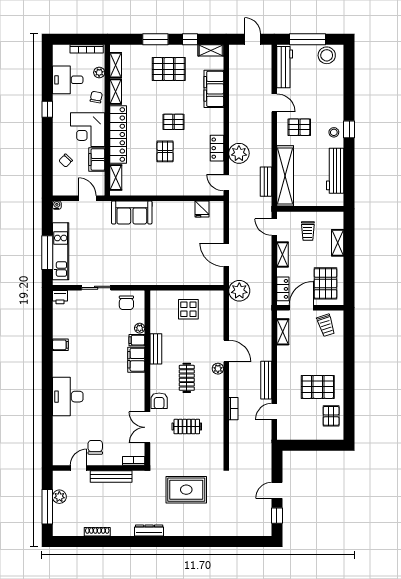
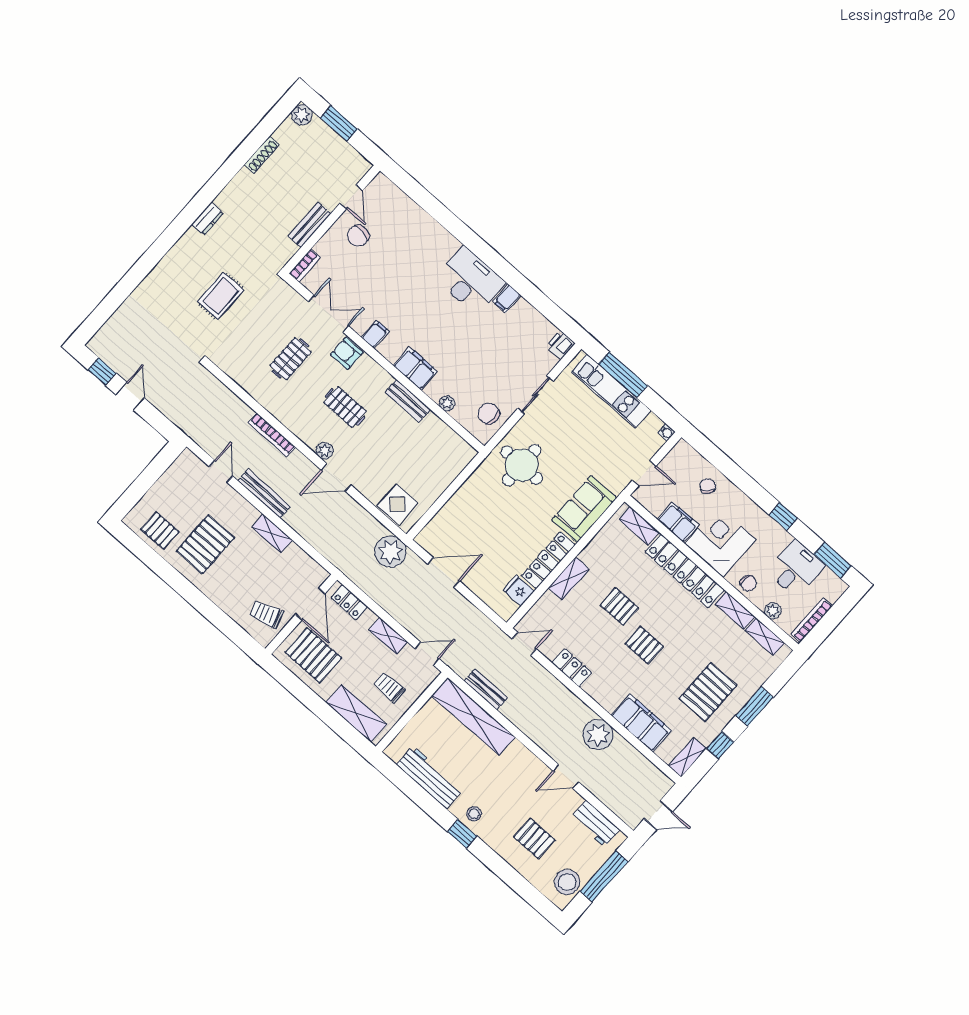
window: (47, 65) -> (833, 560), added
workbench: (285, 67) -> (595, 823), width x0.73
pallet: (173, 122) -> (644, 645), turned 90
pallet: (299, 127) -> (534, 838), moved, turned 90
plant: (239, 153) -> (598, 735), moved
shelving: (174, 189) -> (569, 579), added
locker: (173, 208) -> (548, 560), added
shelving: (338, 243) -> (356, 713), width x1.50, depth x1.33
round table: (138, 263) -> (522, 465), added
display table: (188, 309) -> (397, 504), moved
shelving: (283, 332) -> (272, 534), moved
filing cabinet: (137, 340) -> (375, 334), moved
desk: (68, 397) -> (470, 281), moved
bookcase: (233, 409) -> (272, 435), width x1.56
chair: (95, 447) -> (358, 236), turned 99
bench: (111, 476) -> (310, 225), width x0.73
rug: (186, 490) -> (221, 296), width x0.73, depth x0.70
plant: (59, 497) -> (302, 115), moved
window: (47, 507) -> (339, 123), width x0.69
dresser: (149, 530) -> (207, 219), width x0.70

